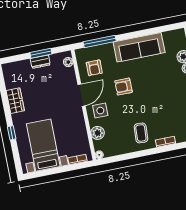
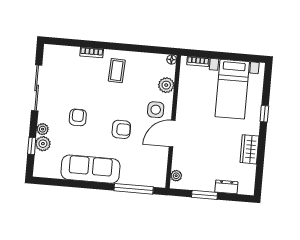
dresser: (40, 62) -> (226, 187), moved
armchair: (94, 68) -> (78, 117), moved

